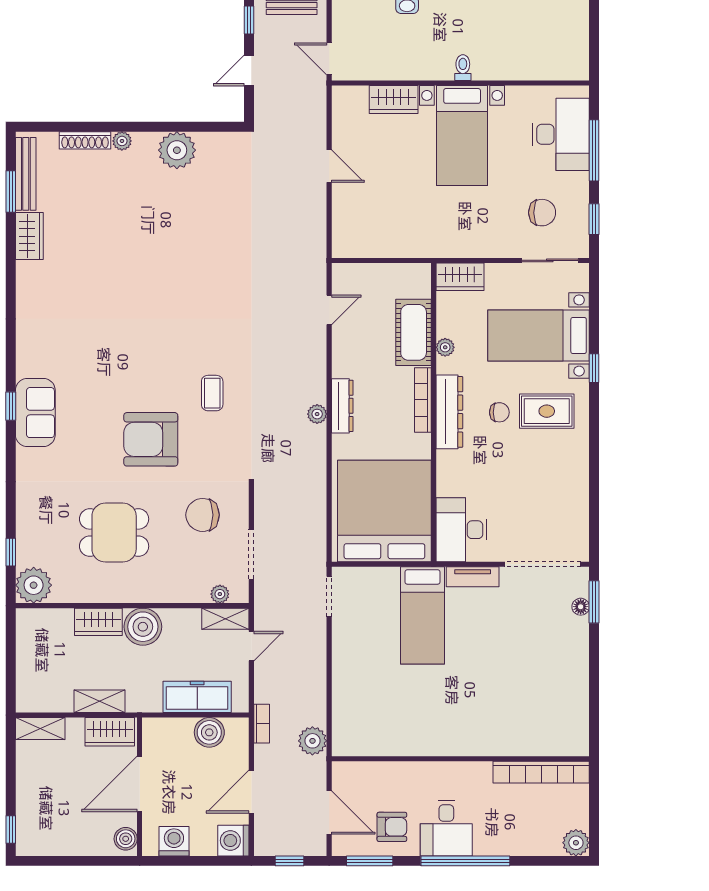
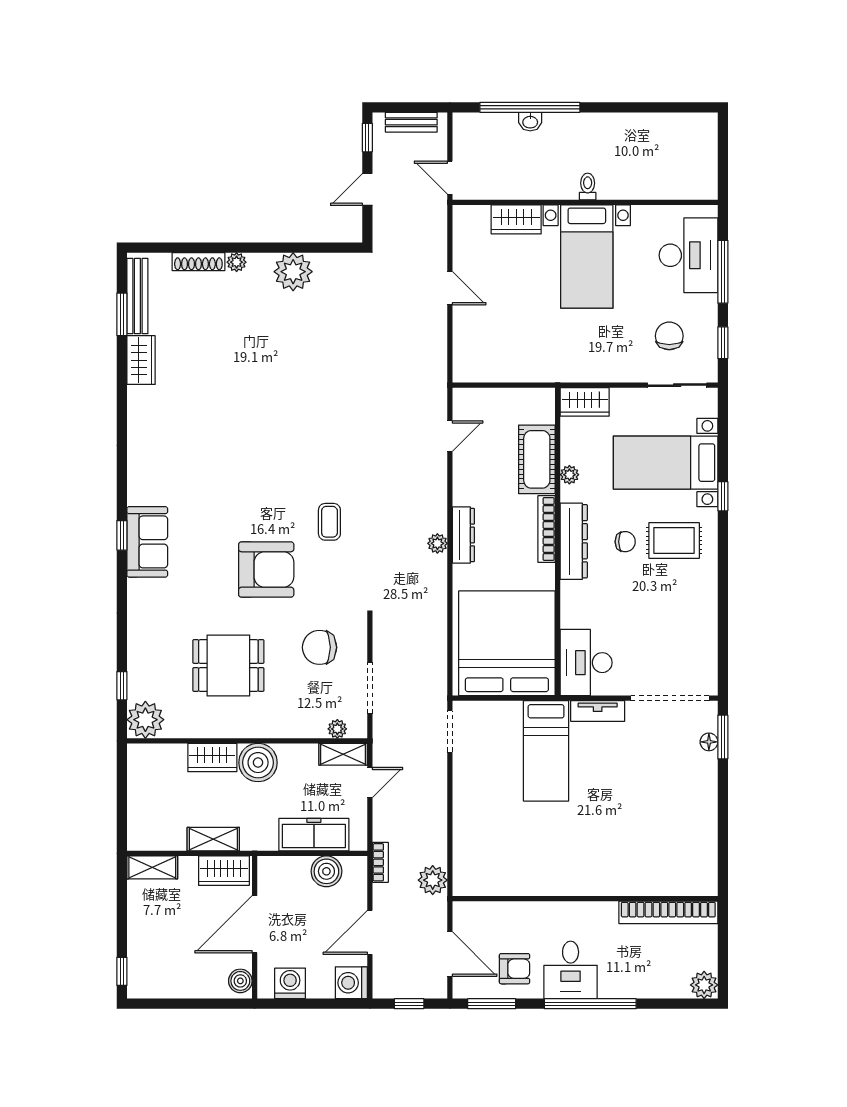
chair: (542, 213) -> (669, 336), turned -90
armchair: (151, 439) -> (266, 569), turned 180

